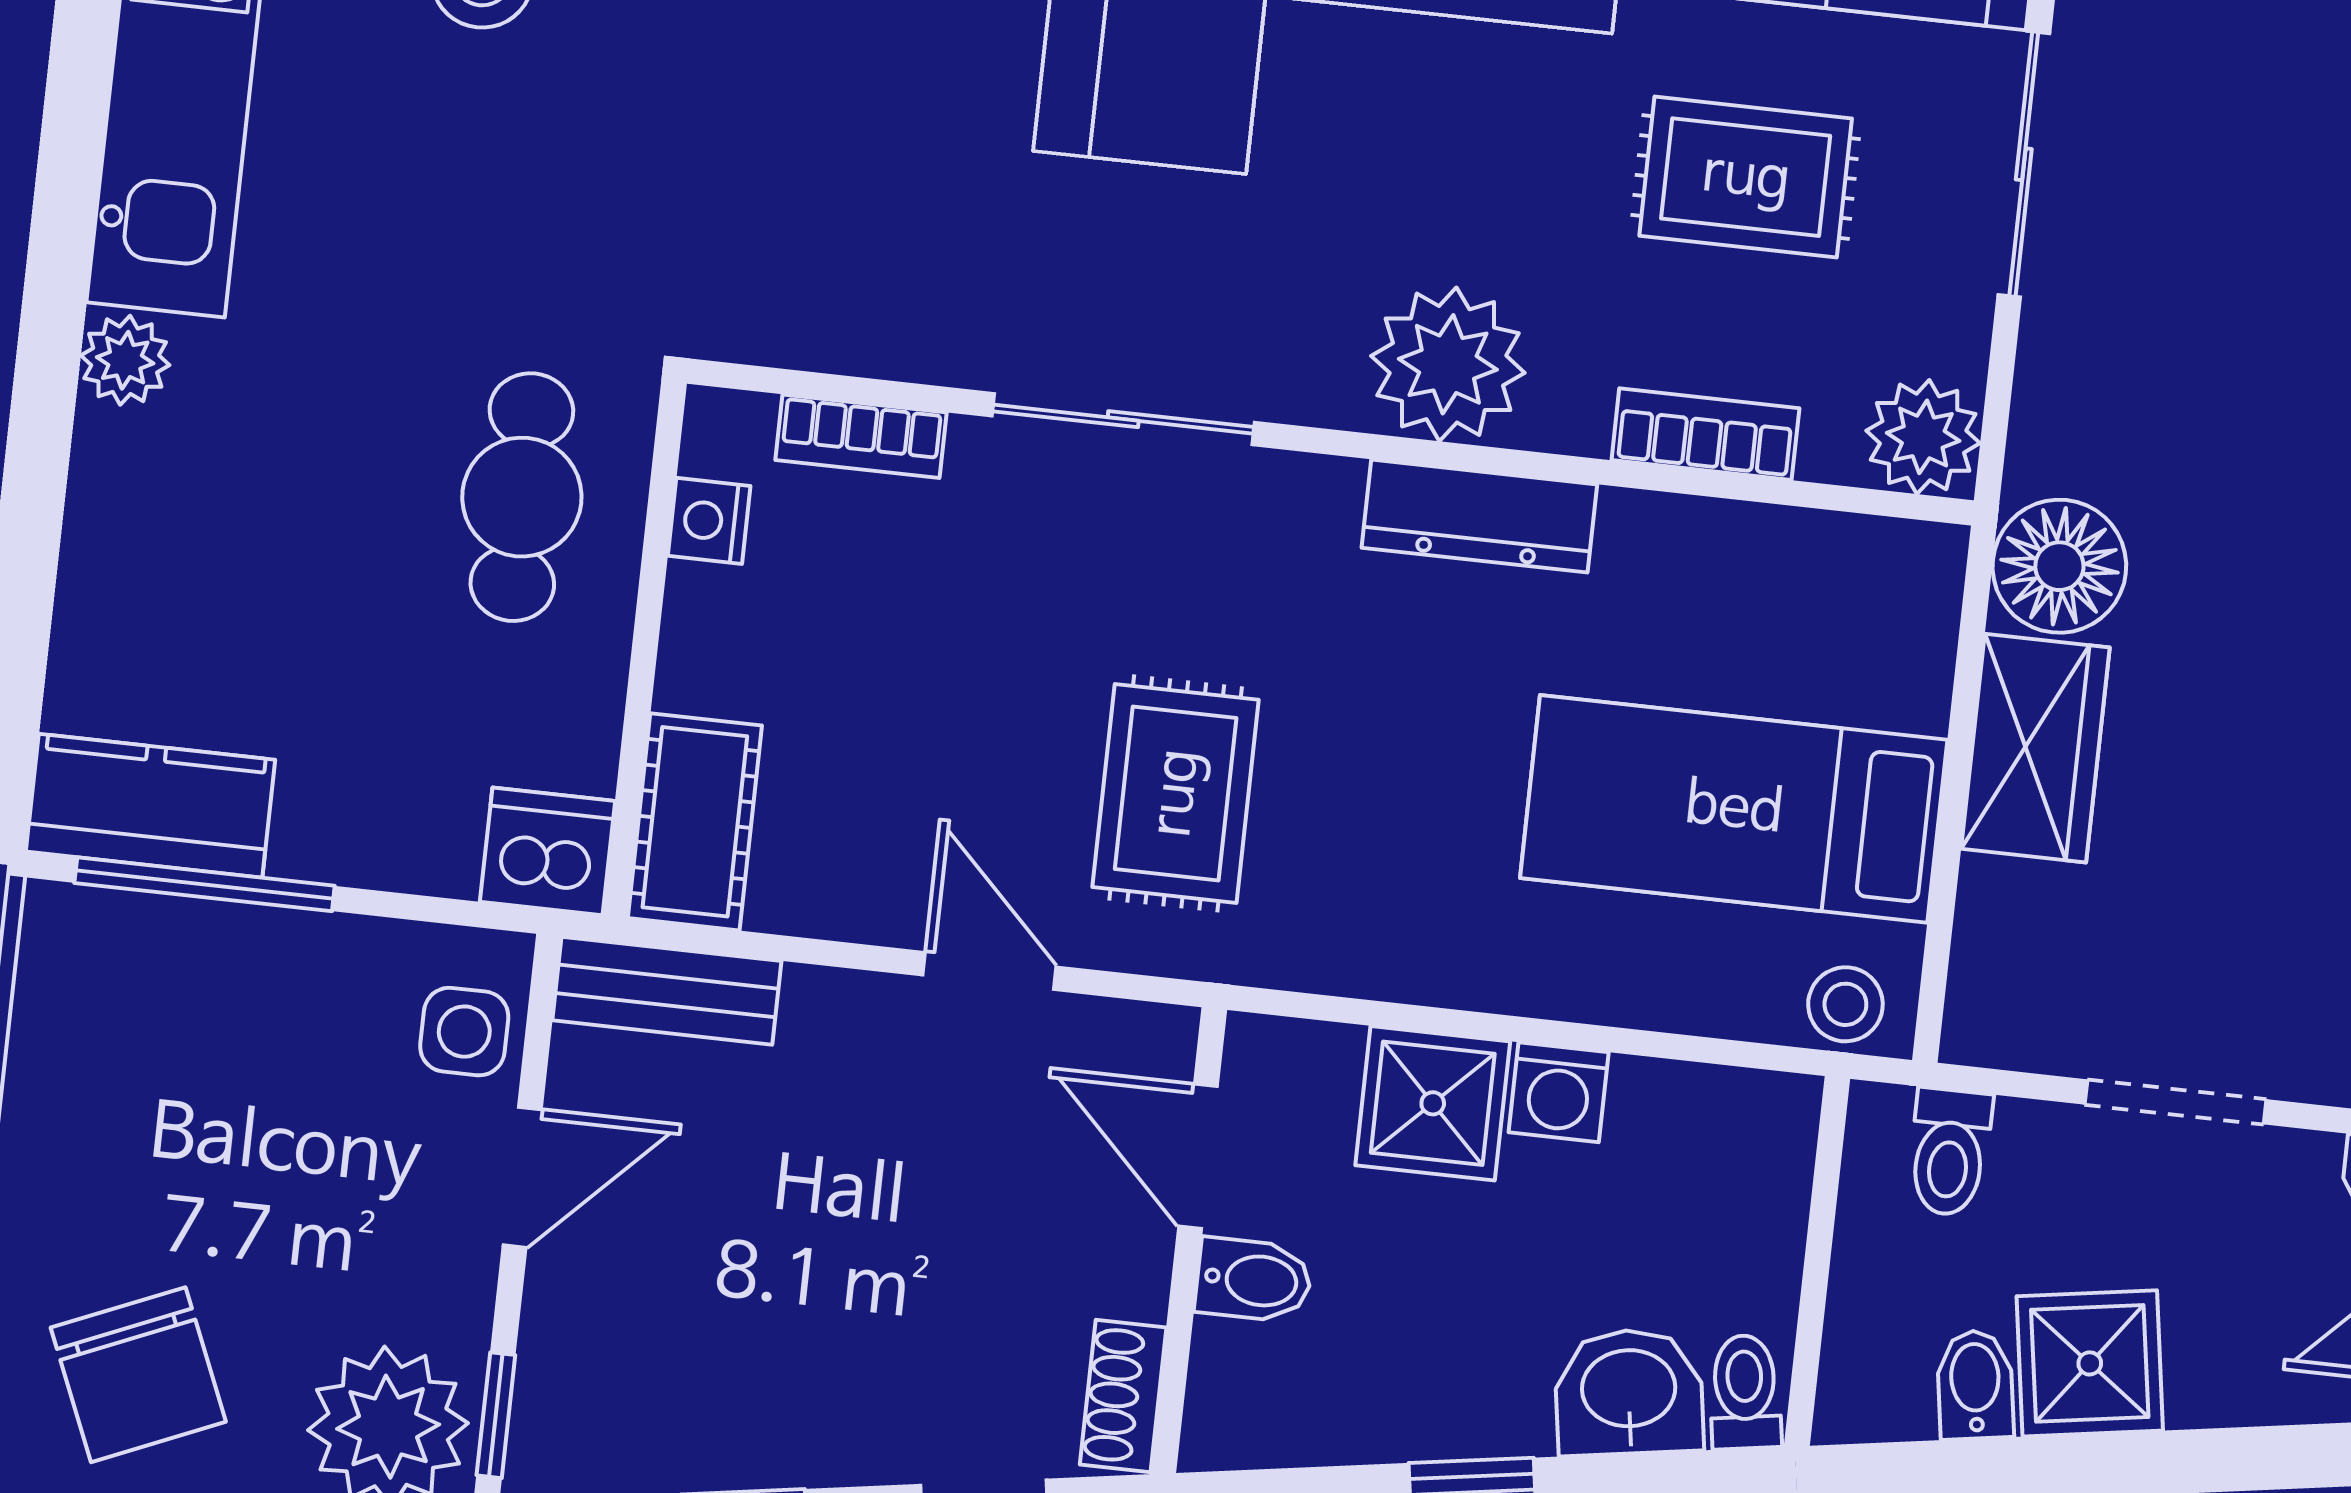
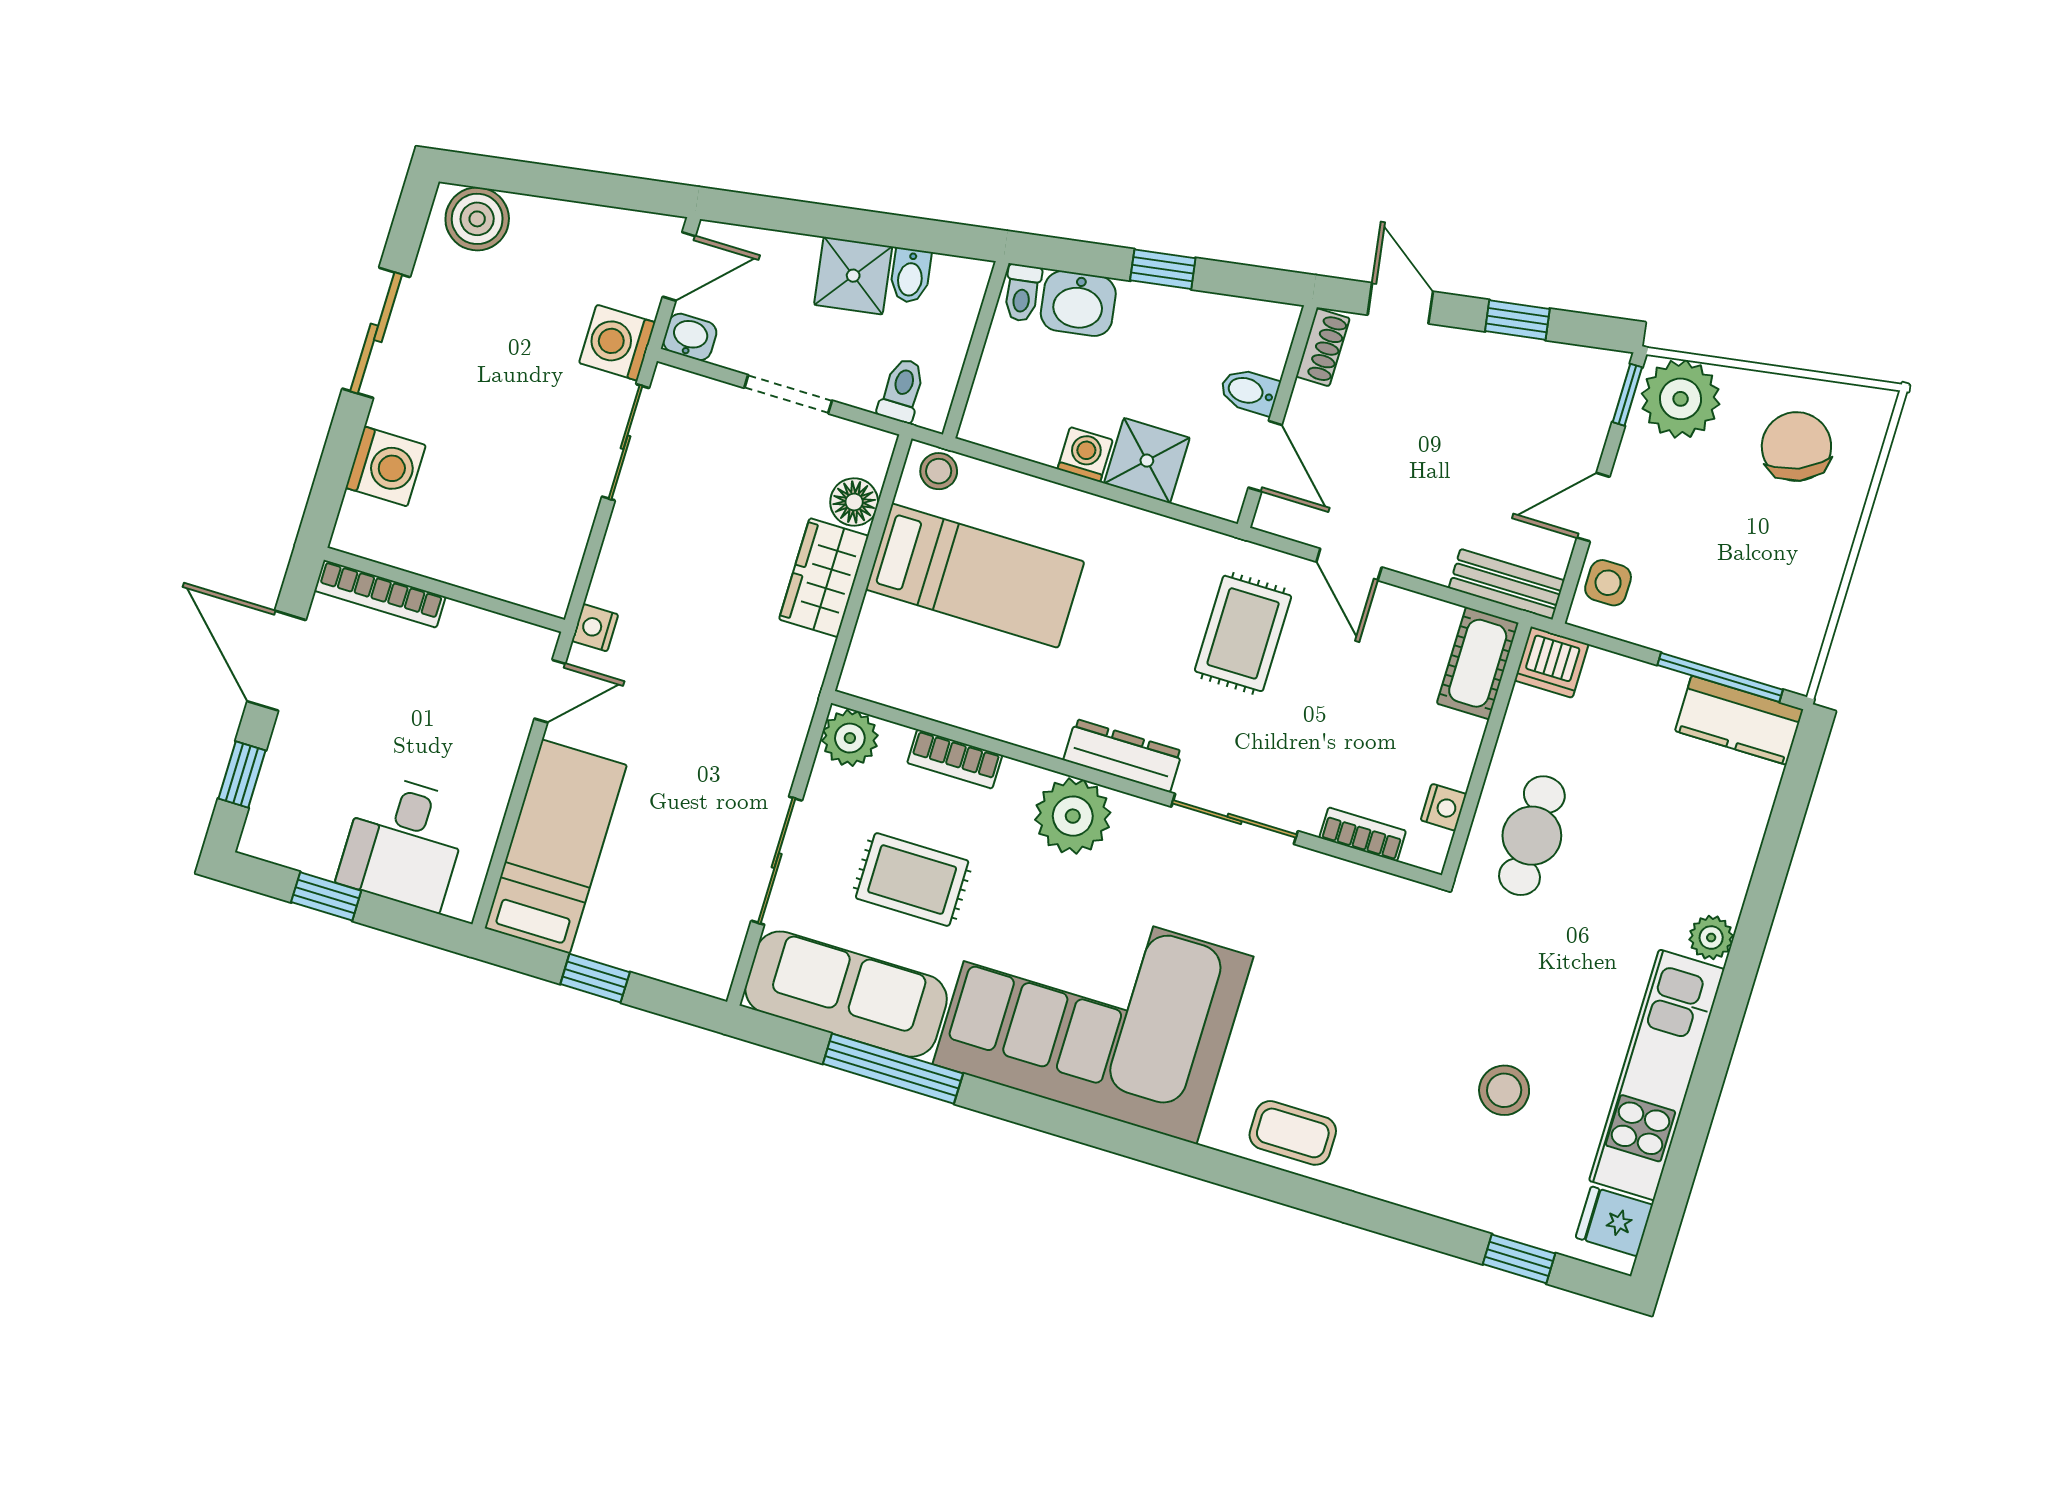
dresser: (1479, 516) -> (1123, 756), moved
floor lamp: (2059, 566) -> (854, 502), moved, width x0.73, depth x0.73

